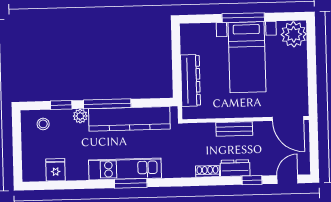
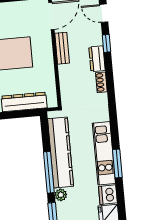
bench: (234, 129) -> (62, 48), moved
dishwasher: (77, 171) -> (108, 195), added
window: (131, 183) -> (117, 163), moved

